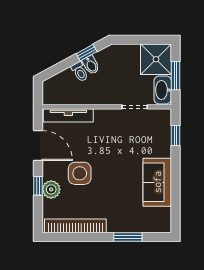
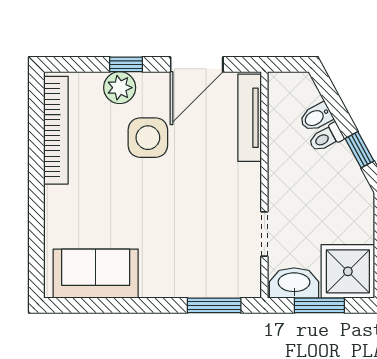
bidet: (91, 65) -> (316, 117), moved
window: (175, 136) -> (214, 305), width x1.50
sofa: (157, 182) -> (96, 274), moved
window: (128, 237) -> (36, 222), removed

